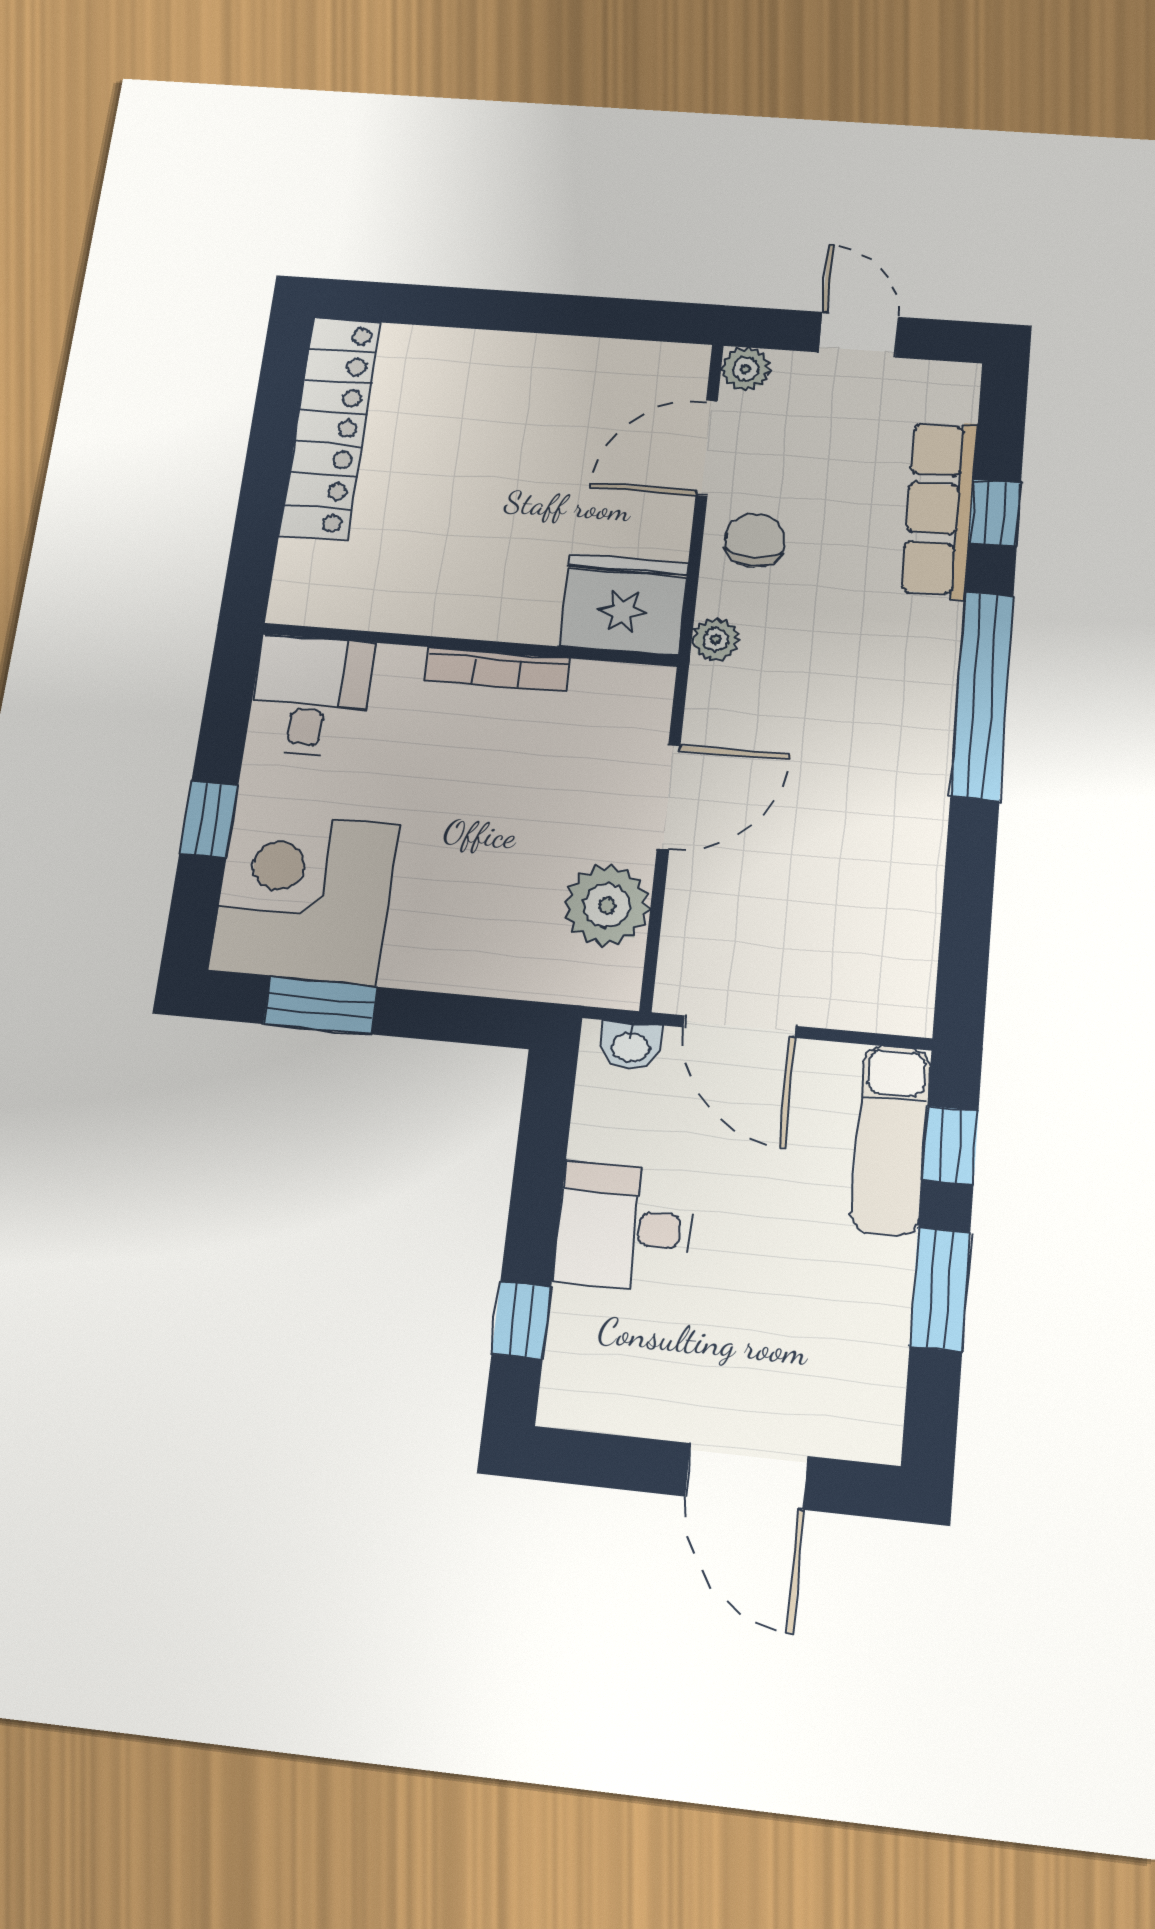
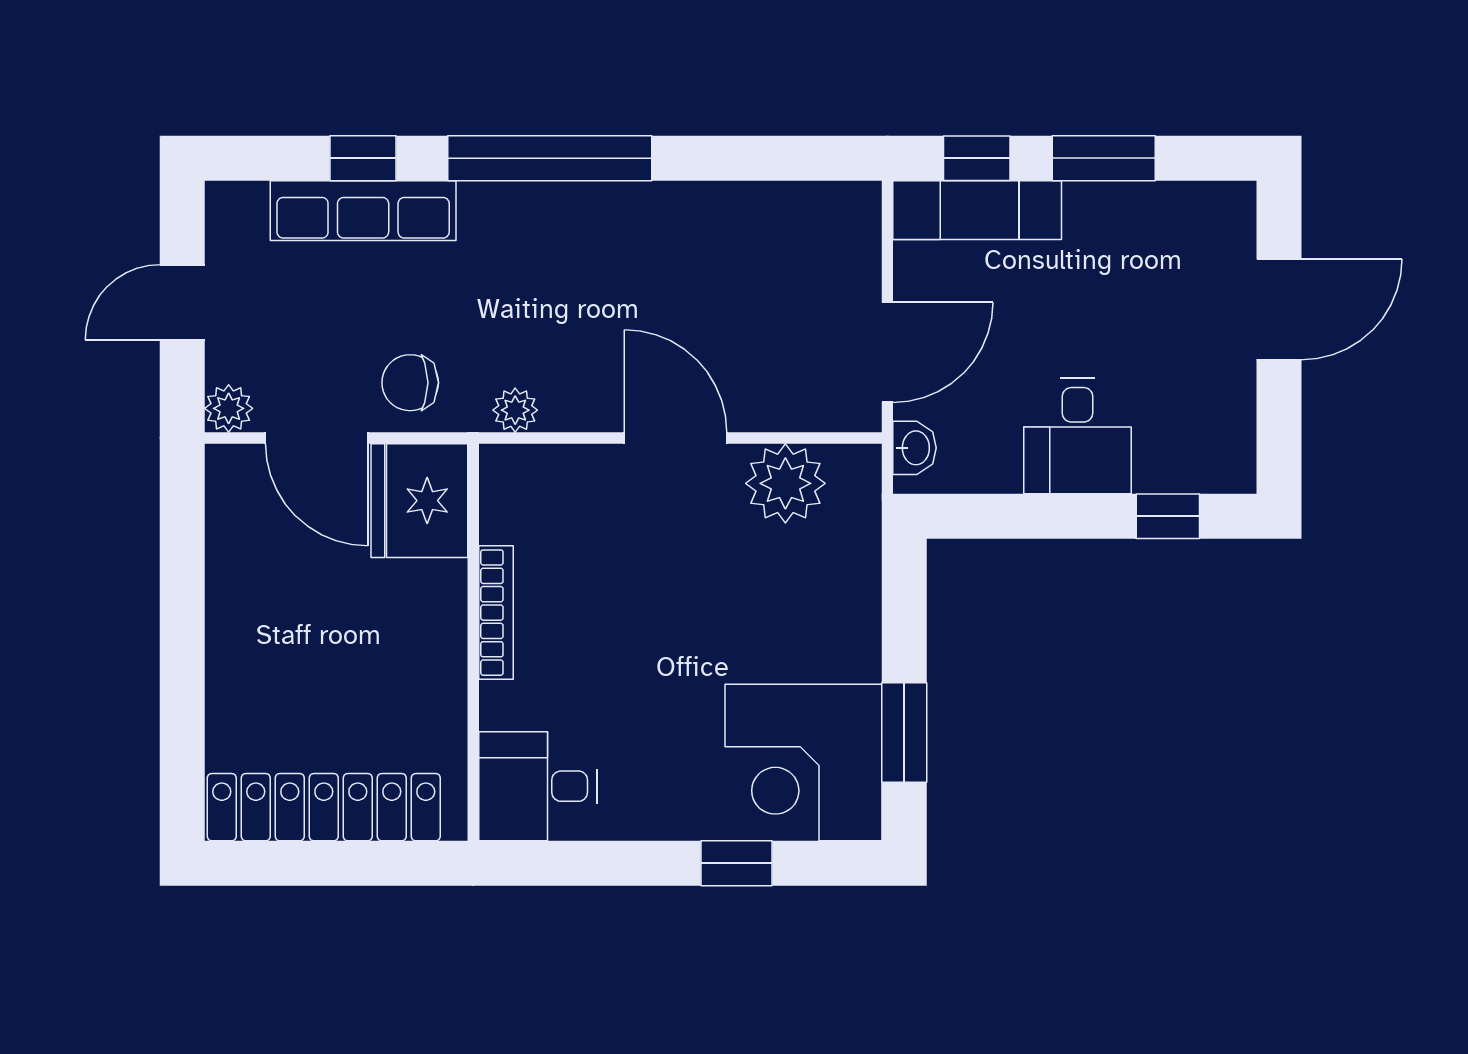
fridge: (623, 604) -> (419, 501), moved
wall: (469, 645) -> (473, 642), moved
bookcase: (497, 669) -> (496, 613), moved
desk: (310, 696) -> (538, 786), moved

